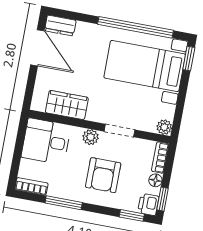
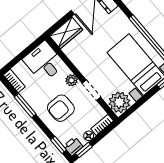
wardrobe: (67, 105) -> (66, 33), moved, turned 90
plant: (164, 127) -> (119, 102), width x1.88, depth x1.88

